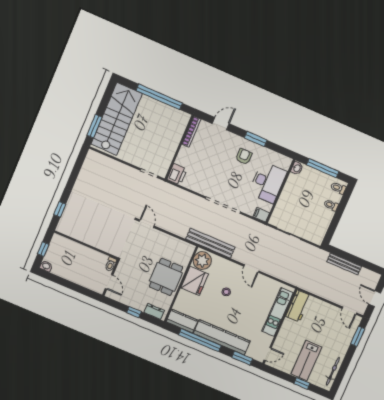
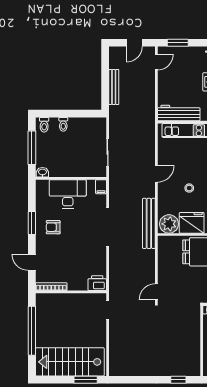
workbench: (298, 306) -> (179, 113), width x1.38

